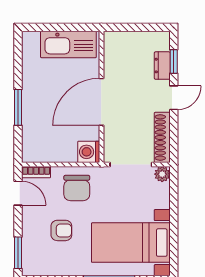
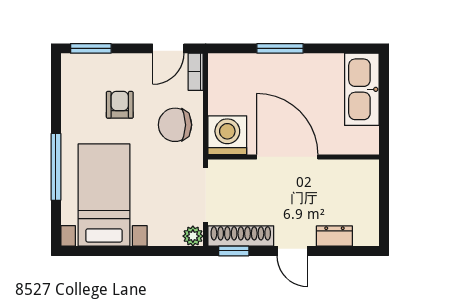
kitchen sink: (68, 44) -> (362, 89), moved
window: (174, 61) -> (234, 251), moved
washing machine: (89, 152) -> (227, 135), width x1.37, depth x1.37
armchair: (61, 230) -> (120, 105), turned 180

